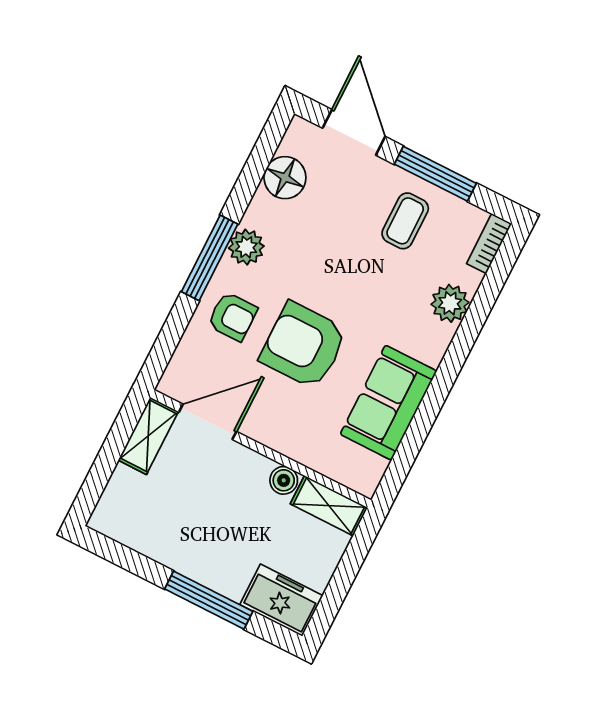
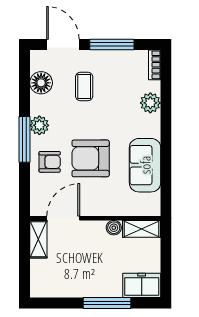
coffee table: (405, 221) -> (84, 87), moved

